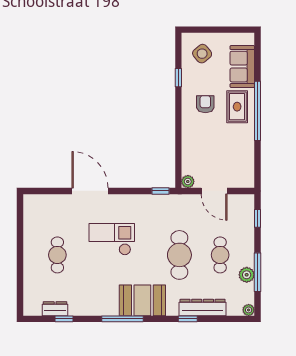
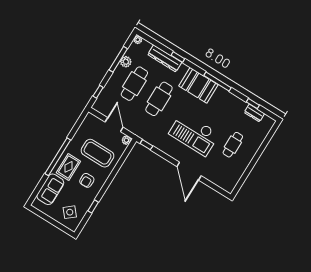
coffee table: (213, 145) -> (98, 153), added
checkout: (112, 239) -> (194, 134), width x1.36, depth x1.21
cafe table: (220, 255) -> (134, 84), width x1.37, depth x1.35

